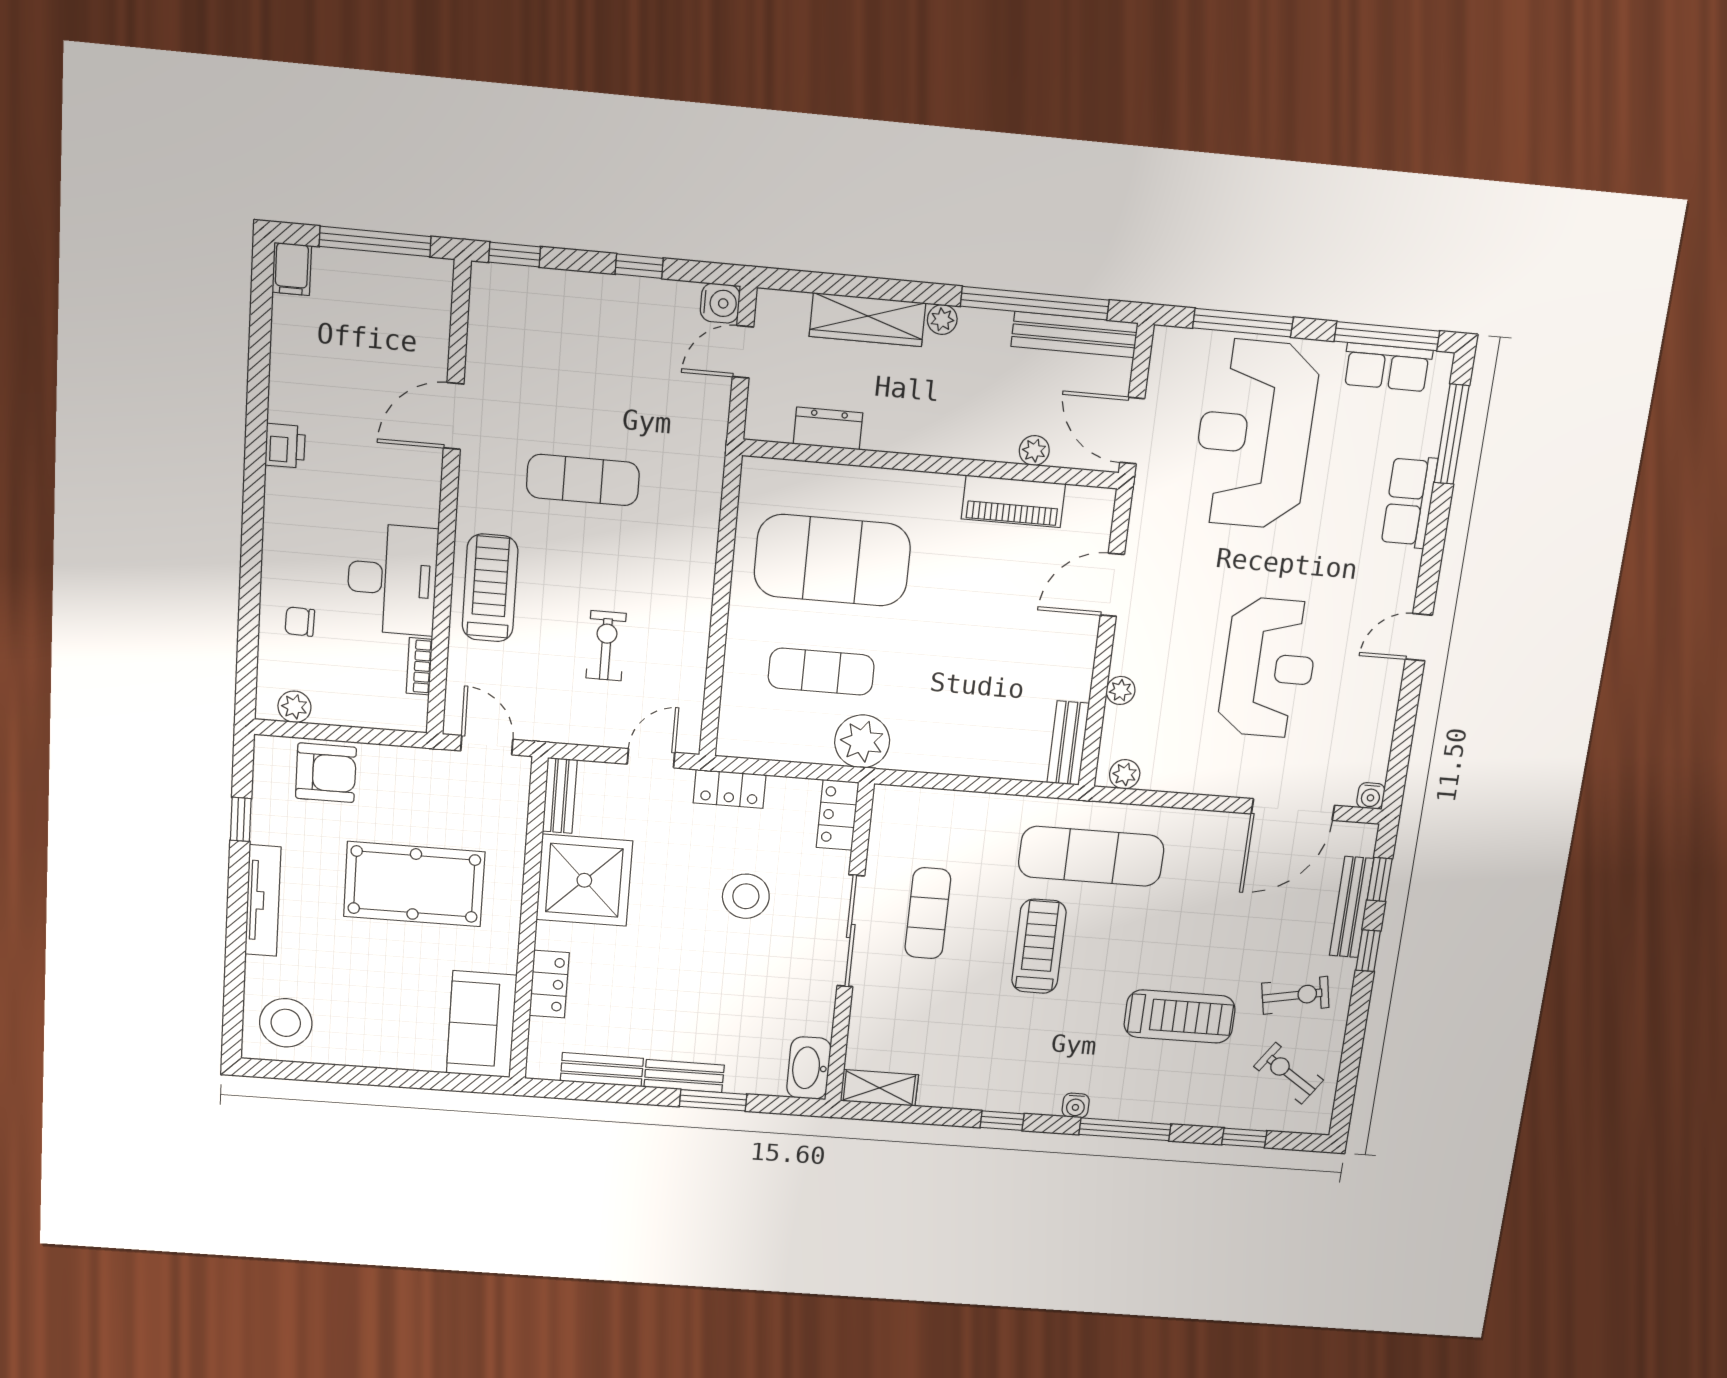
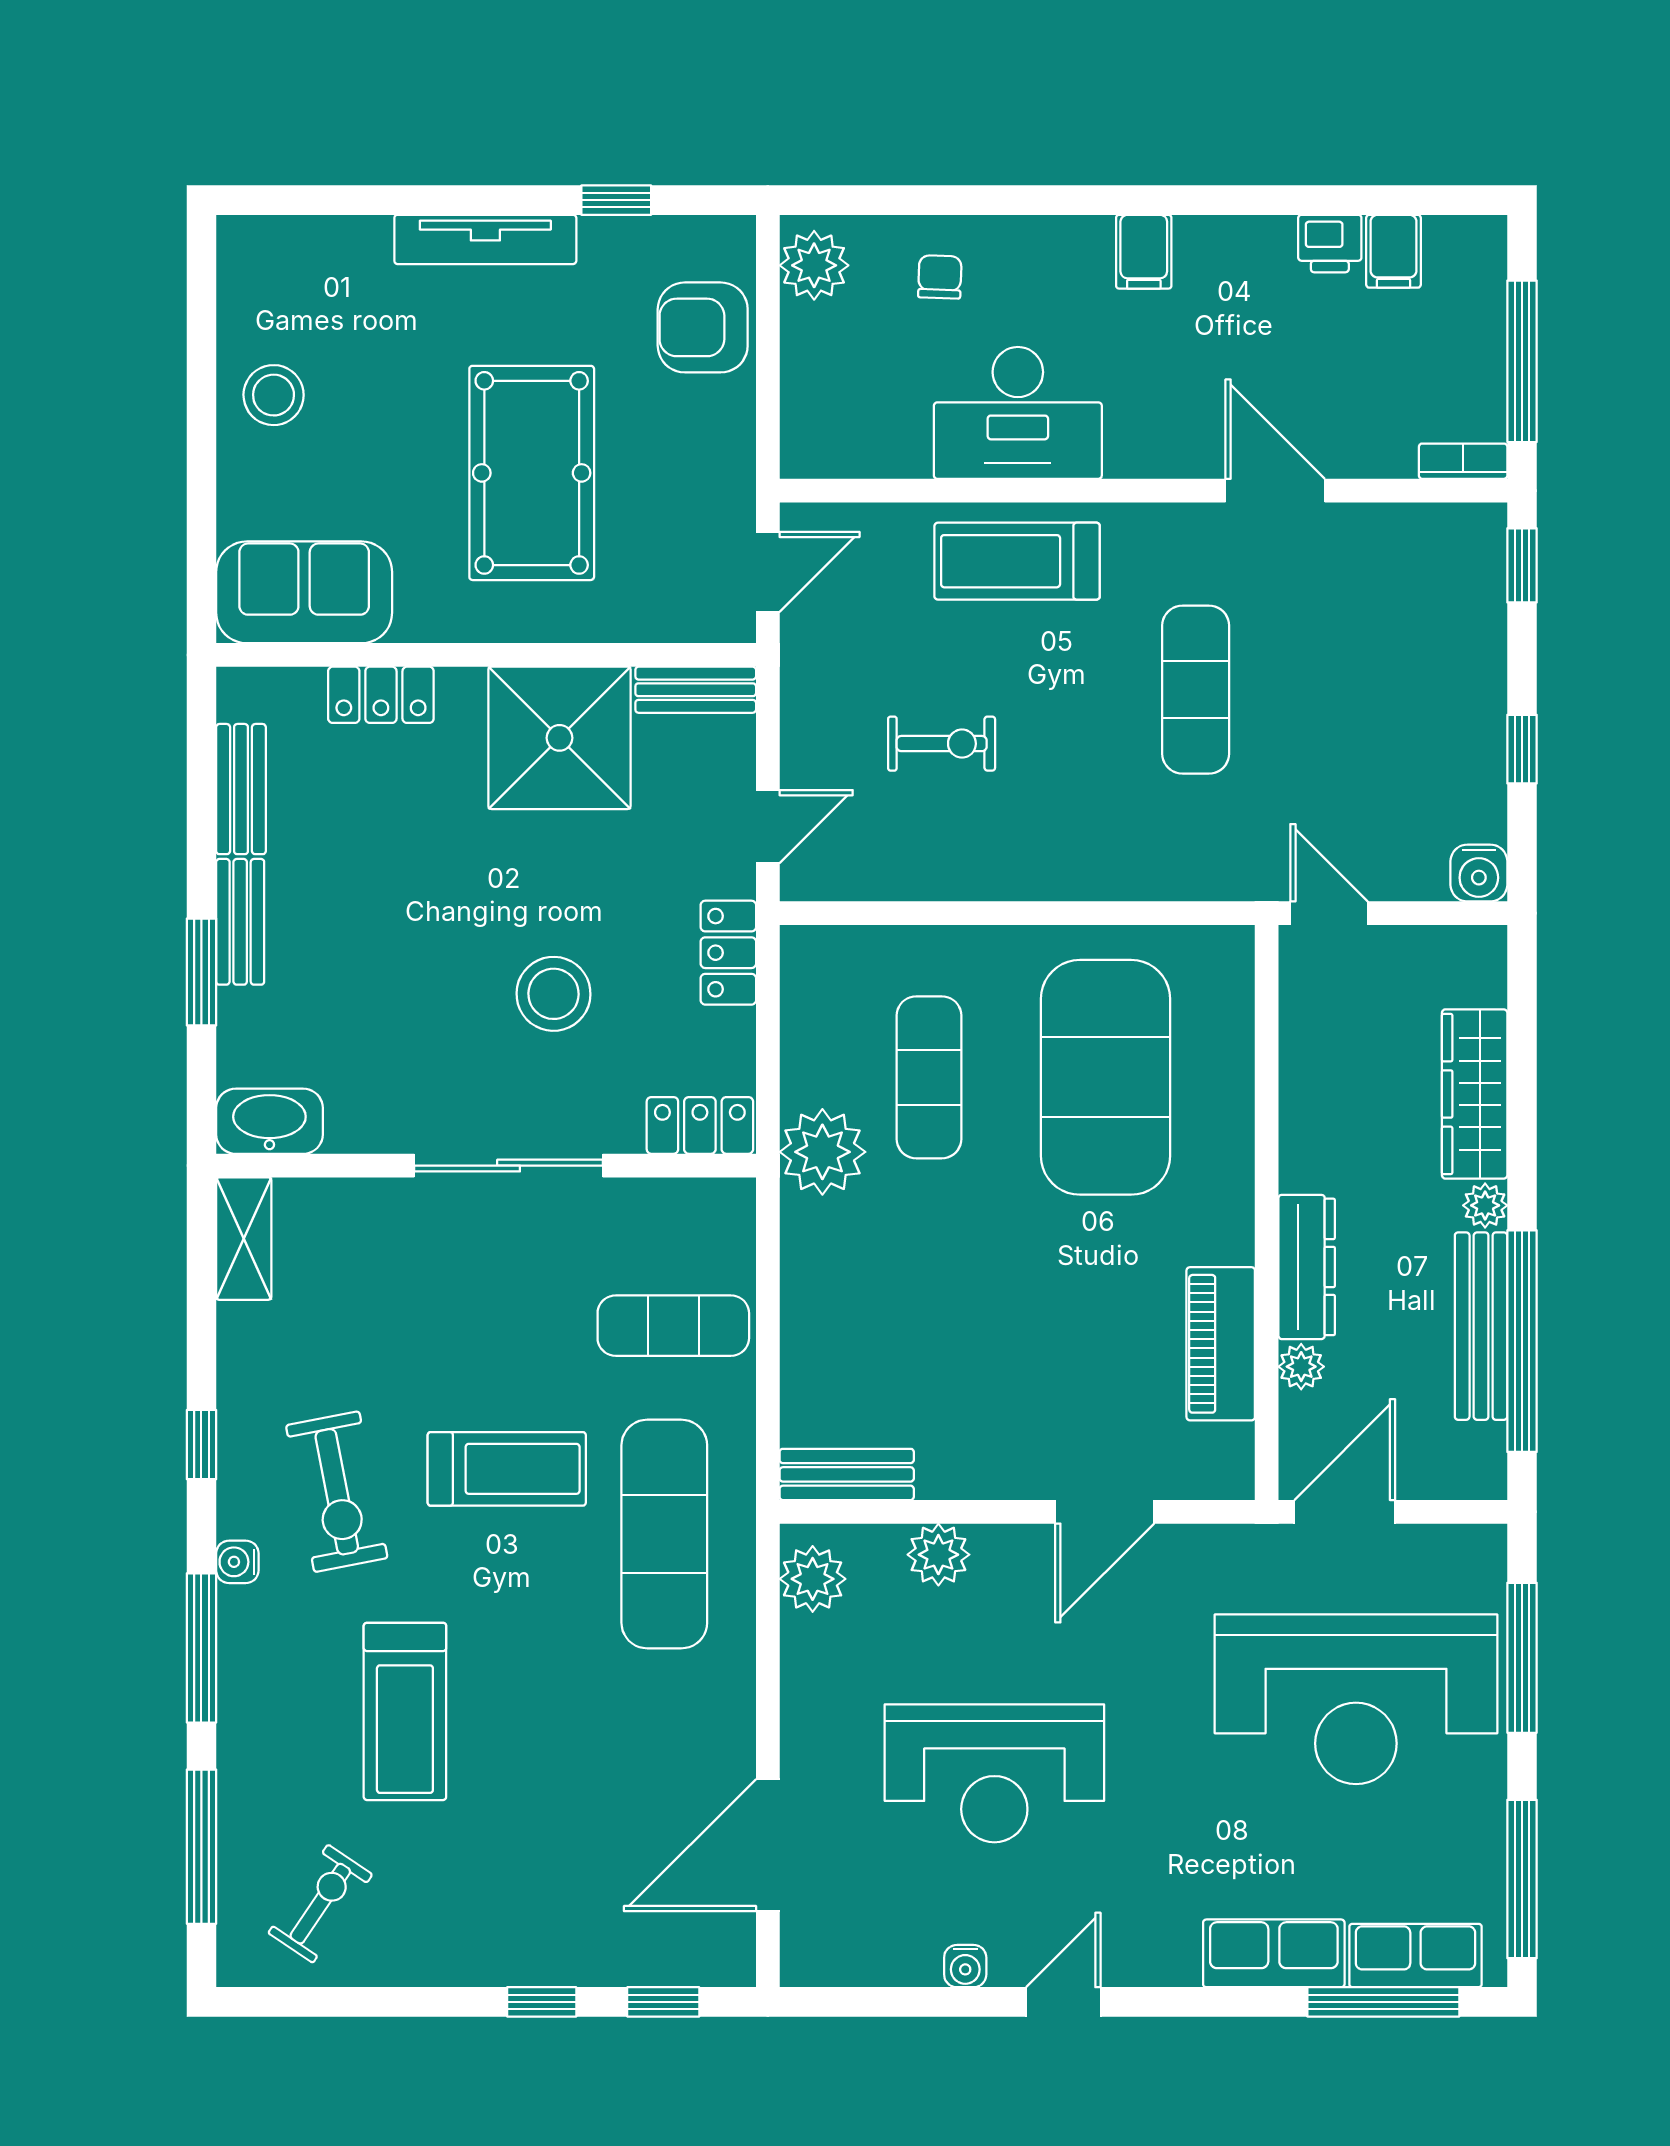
filing cabinet: (292, 269) -> (1393, 251), moved, turned -90
bench: (1075, 335) -> (1481, 1326), moved
door: (743, 352) -> (1329, 913), moved
row of seats: (1387, 367) -> (1415, 1956), moved, turned 90
dresser: (828, 429) -> (1307, 1267), moved, width x1.44
reception desk: (1255, 434) -> (1356, 1699), turned 180
printer: (285, 446) -> (1330, 244), moved
filing cabinet: (289, 488) -> (1144, 252), added
door: (1112, 585) -> (1105, 1512), swing flipped
treadmill: (490, 588) -> (1017, 561), turned 180
door: (1419, 637) -> (1063, 2002), hinge flipped
bookcase: (419, 666) -> (1463, 461), moved
plant: (1121, 690) -> (938, 1555), width x1.38, depth x1.38
plant: (294, 707) -> (814, 265), width x1.38, depth x1.38
door: (651, 758) -> (768, 827), hinge flipped
armchair: (326, 773) -> (703, 327), turned 90
plant: (1125, 774) -> (813, 1579), width x1.38, depth x1.38
water cooler: (1371, 796) -> (965, 1966), moved, turned -90
door: (1293, 810) -> (768, 1845), hinge flipped
bench: (1352, 907) -> (613, 1964), removed
exercise mat: (928, 913) -> (673, 1326), moved
exercise bike: (1295, 995) -> (337, 1492), moved, width x1.38, depth x1.39
stool: (286, 1023) -> (274, 395), moved, width x0.73, depth x0.73
window: (1244, 1138) -> (201, 1847), width x2.17

